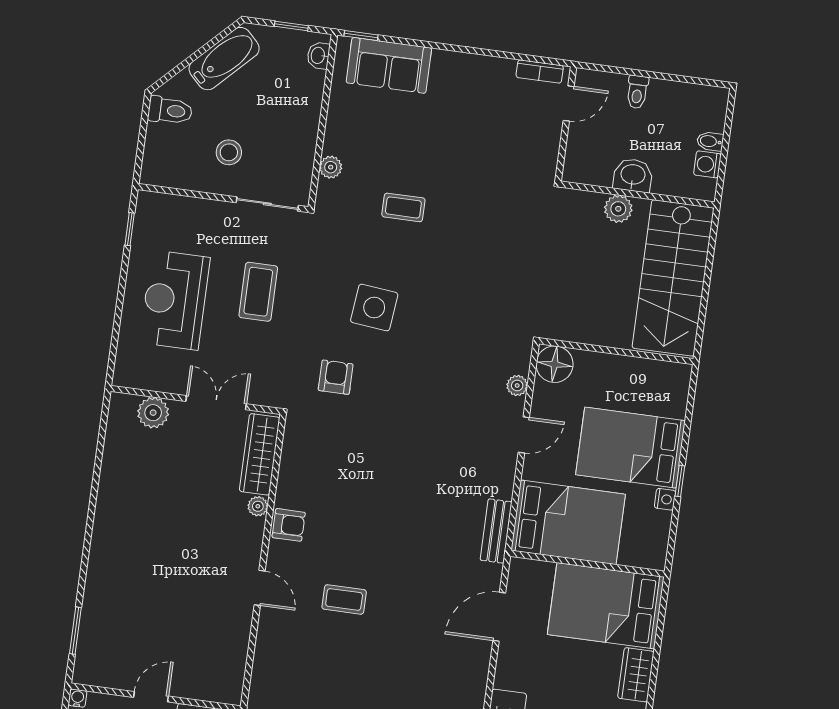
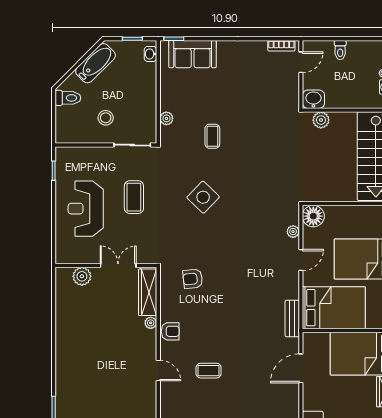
washbasin: (633, 175) -> (313, 99), moved
coffee table: (403, 207) -> (212, 136), turned 90
plant: (618, 209) -> (321, 120), moved
side table: (374, 308) -> (203, 197), turned 38
armchair: (336, 377) -> (193, 279), moved, turned -96

